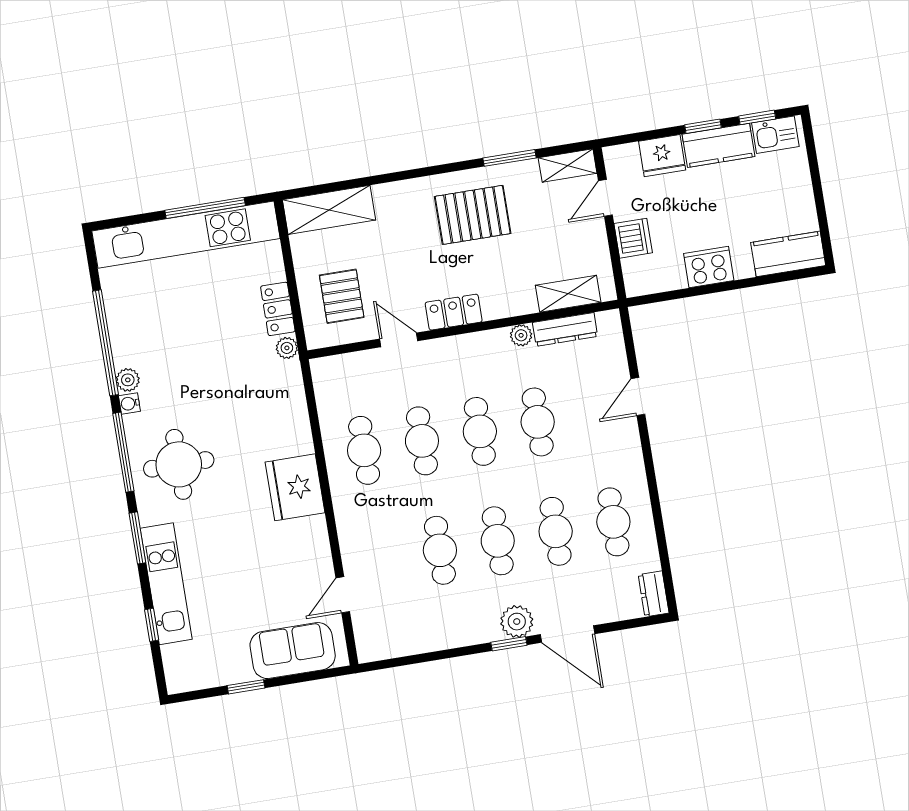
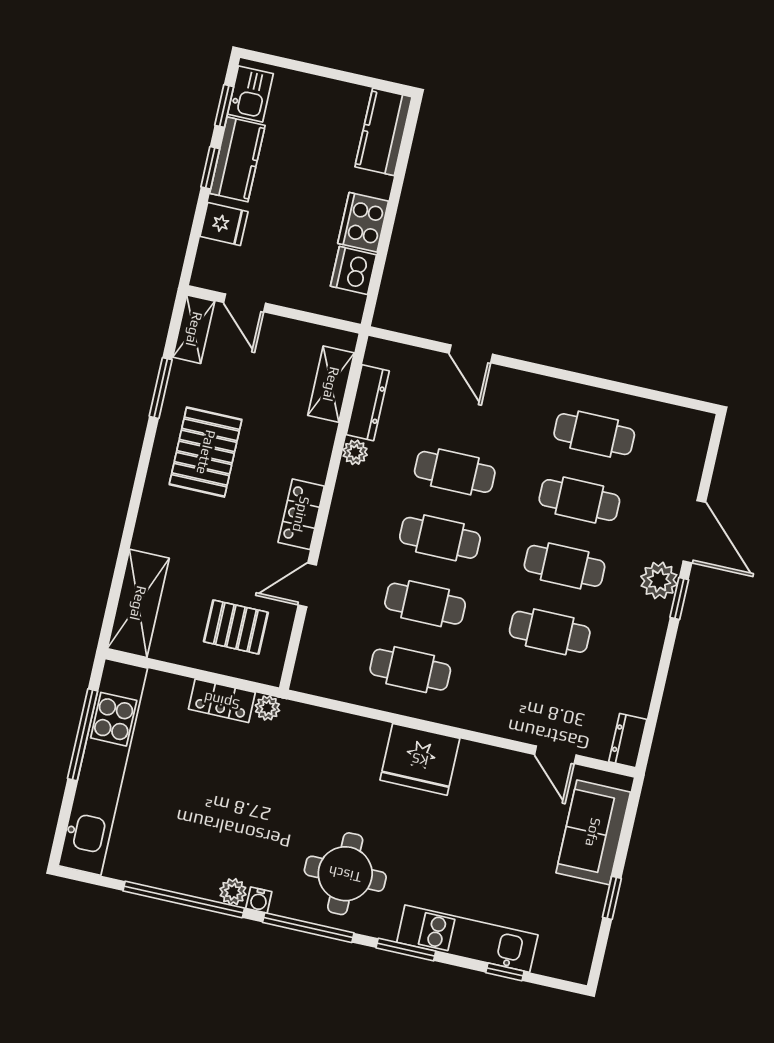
fridge: (662, 156) -> (224, 224), width x0.72
dishwasher: (633, 238) -> (353, 270), moved, turned -90
dresser: (654, 594) -> (628, 741), moved, turned 90
door: (567, 634) -> (694, 532), hinge flipped

